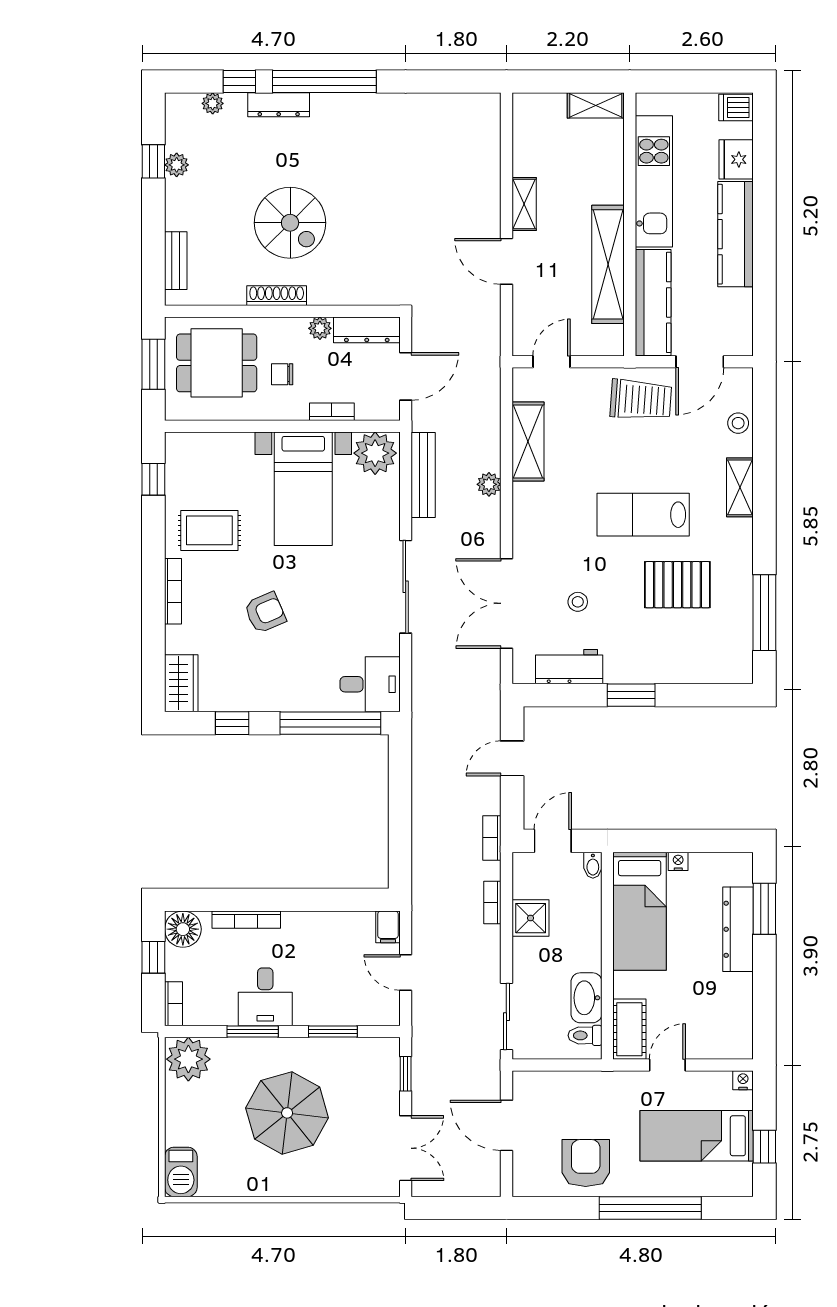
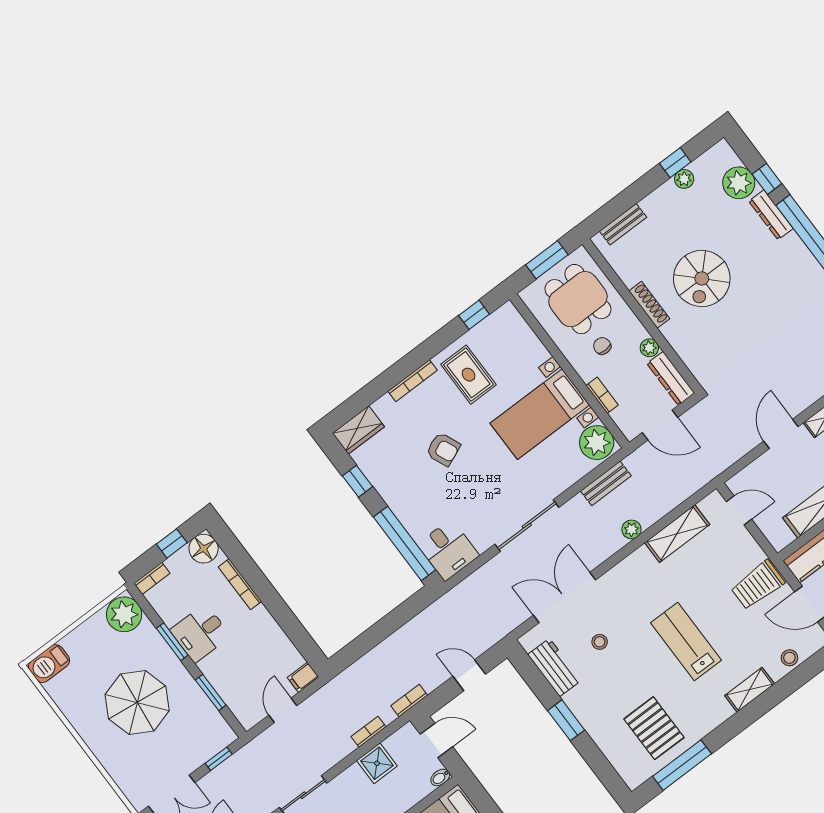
plant: (213, 103) -> (739, 183), width x1.87, depth x1.87
trolley: (641, 400) -> (758, 585), turned 86
bench: (423, 475) -> (606, 483), width x0.73
pallet: (677, 585) -> (654, 728), moved

